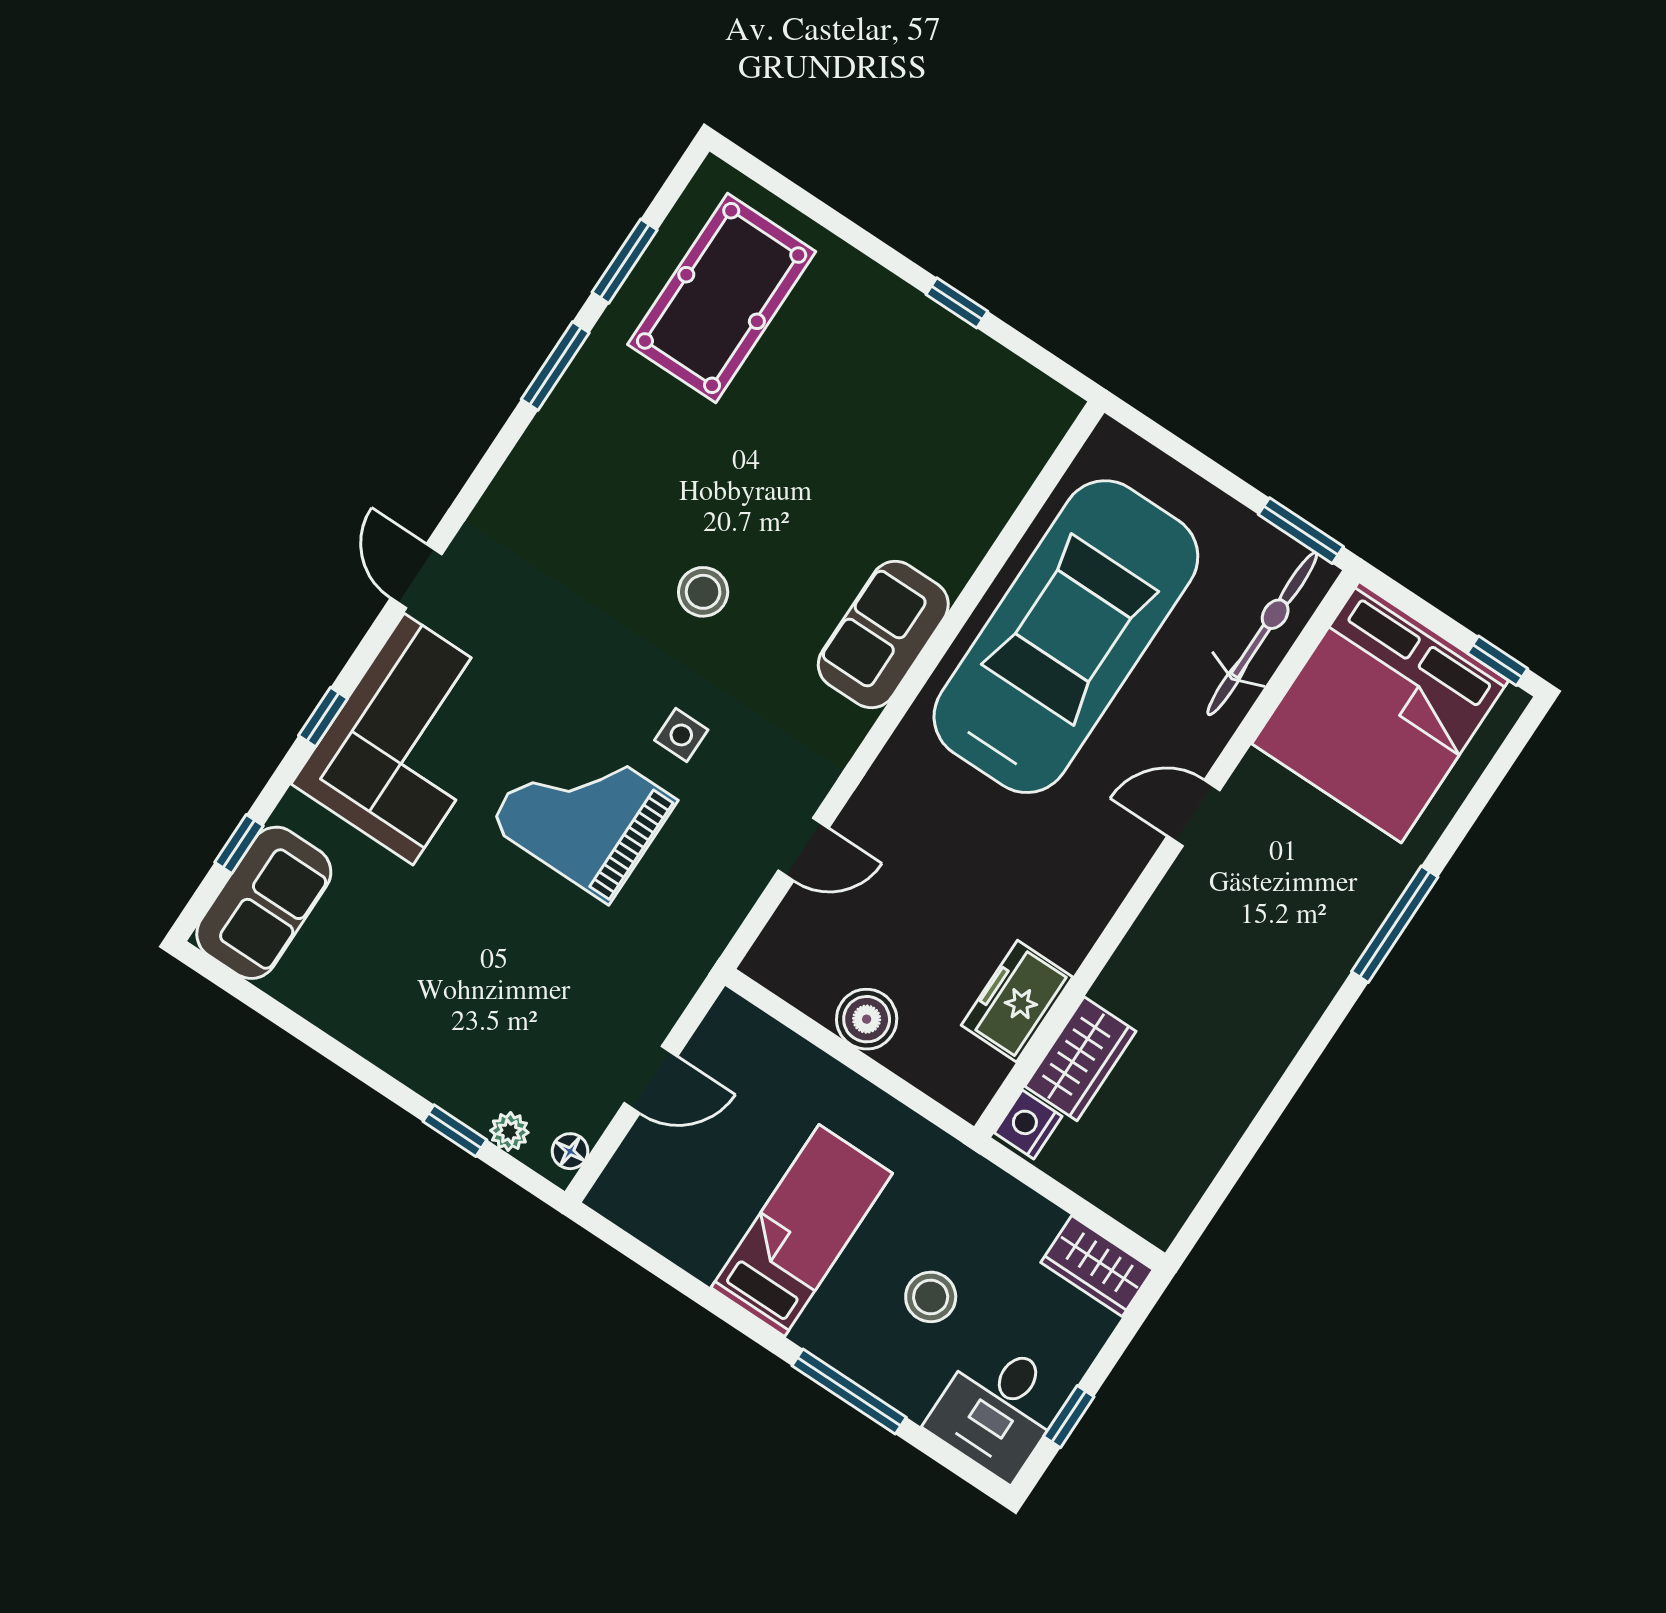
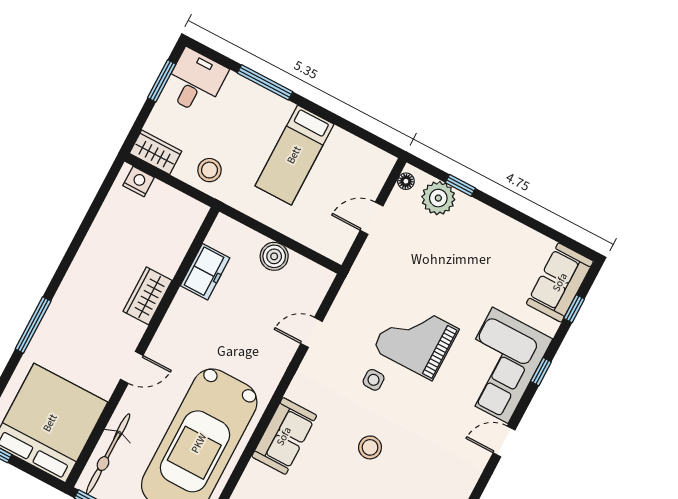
door: (416, 576) -> (504, 441), swing flipped
grand piano: (583, 813) -> (416, 339), turned 180
wardrobe: (1080, 1059) -> (147, 296), moved
nightstand: (1028, 1124) -> (139, 182), moved, turned -90
plant: (509, 1132) -> (438, 198), width x1.88, depth x1.88
stool: (931, 1297) -> (209, 170), moved
window: (1069, 1417) -> (162, 81), width x1.50

